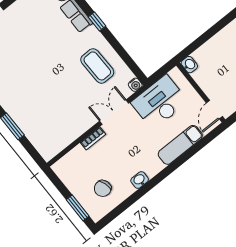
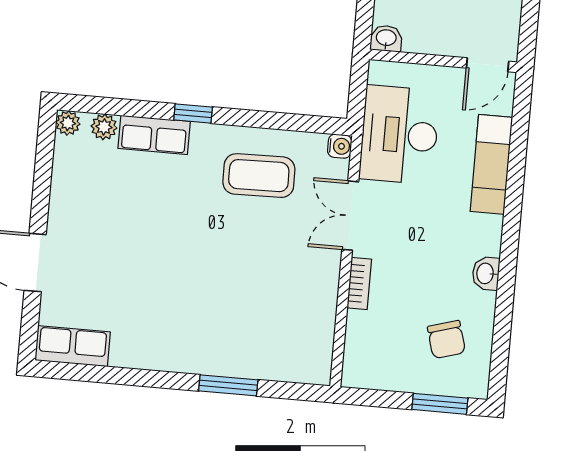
door: (214, 110) -> (488, 65), hinge flipped

